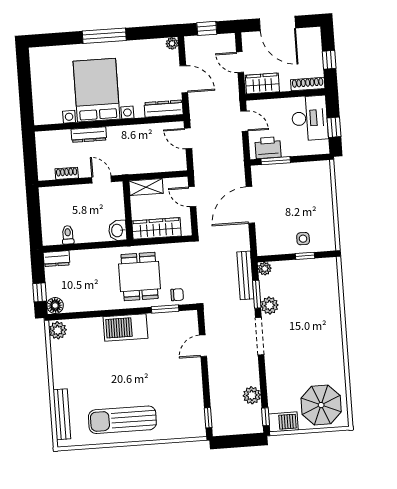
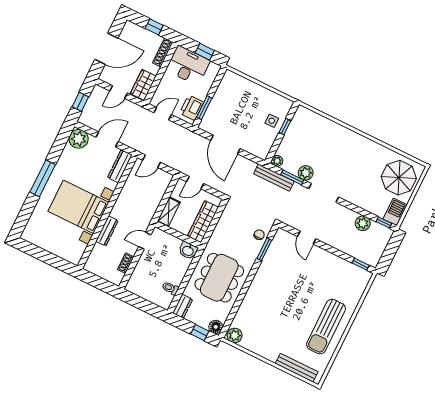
plant: (172, 43) -> (79, 139), width x1.88, depth x1.88
dining table: (140, 276) -> (219, 278), moved, width x1.38
barbecue: (125, 327) -> (261, 286), removed

